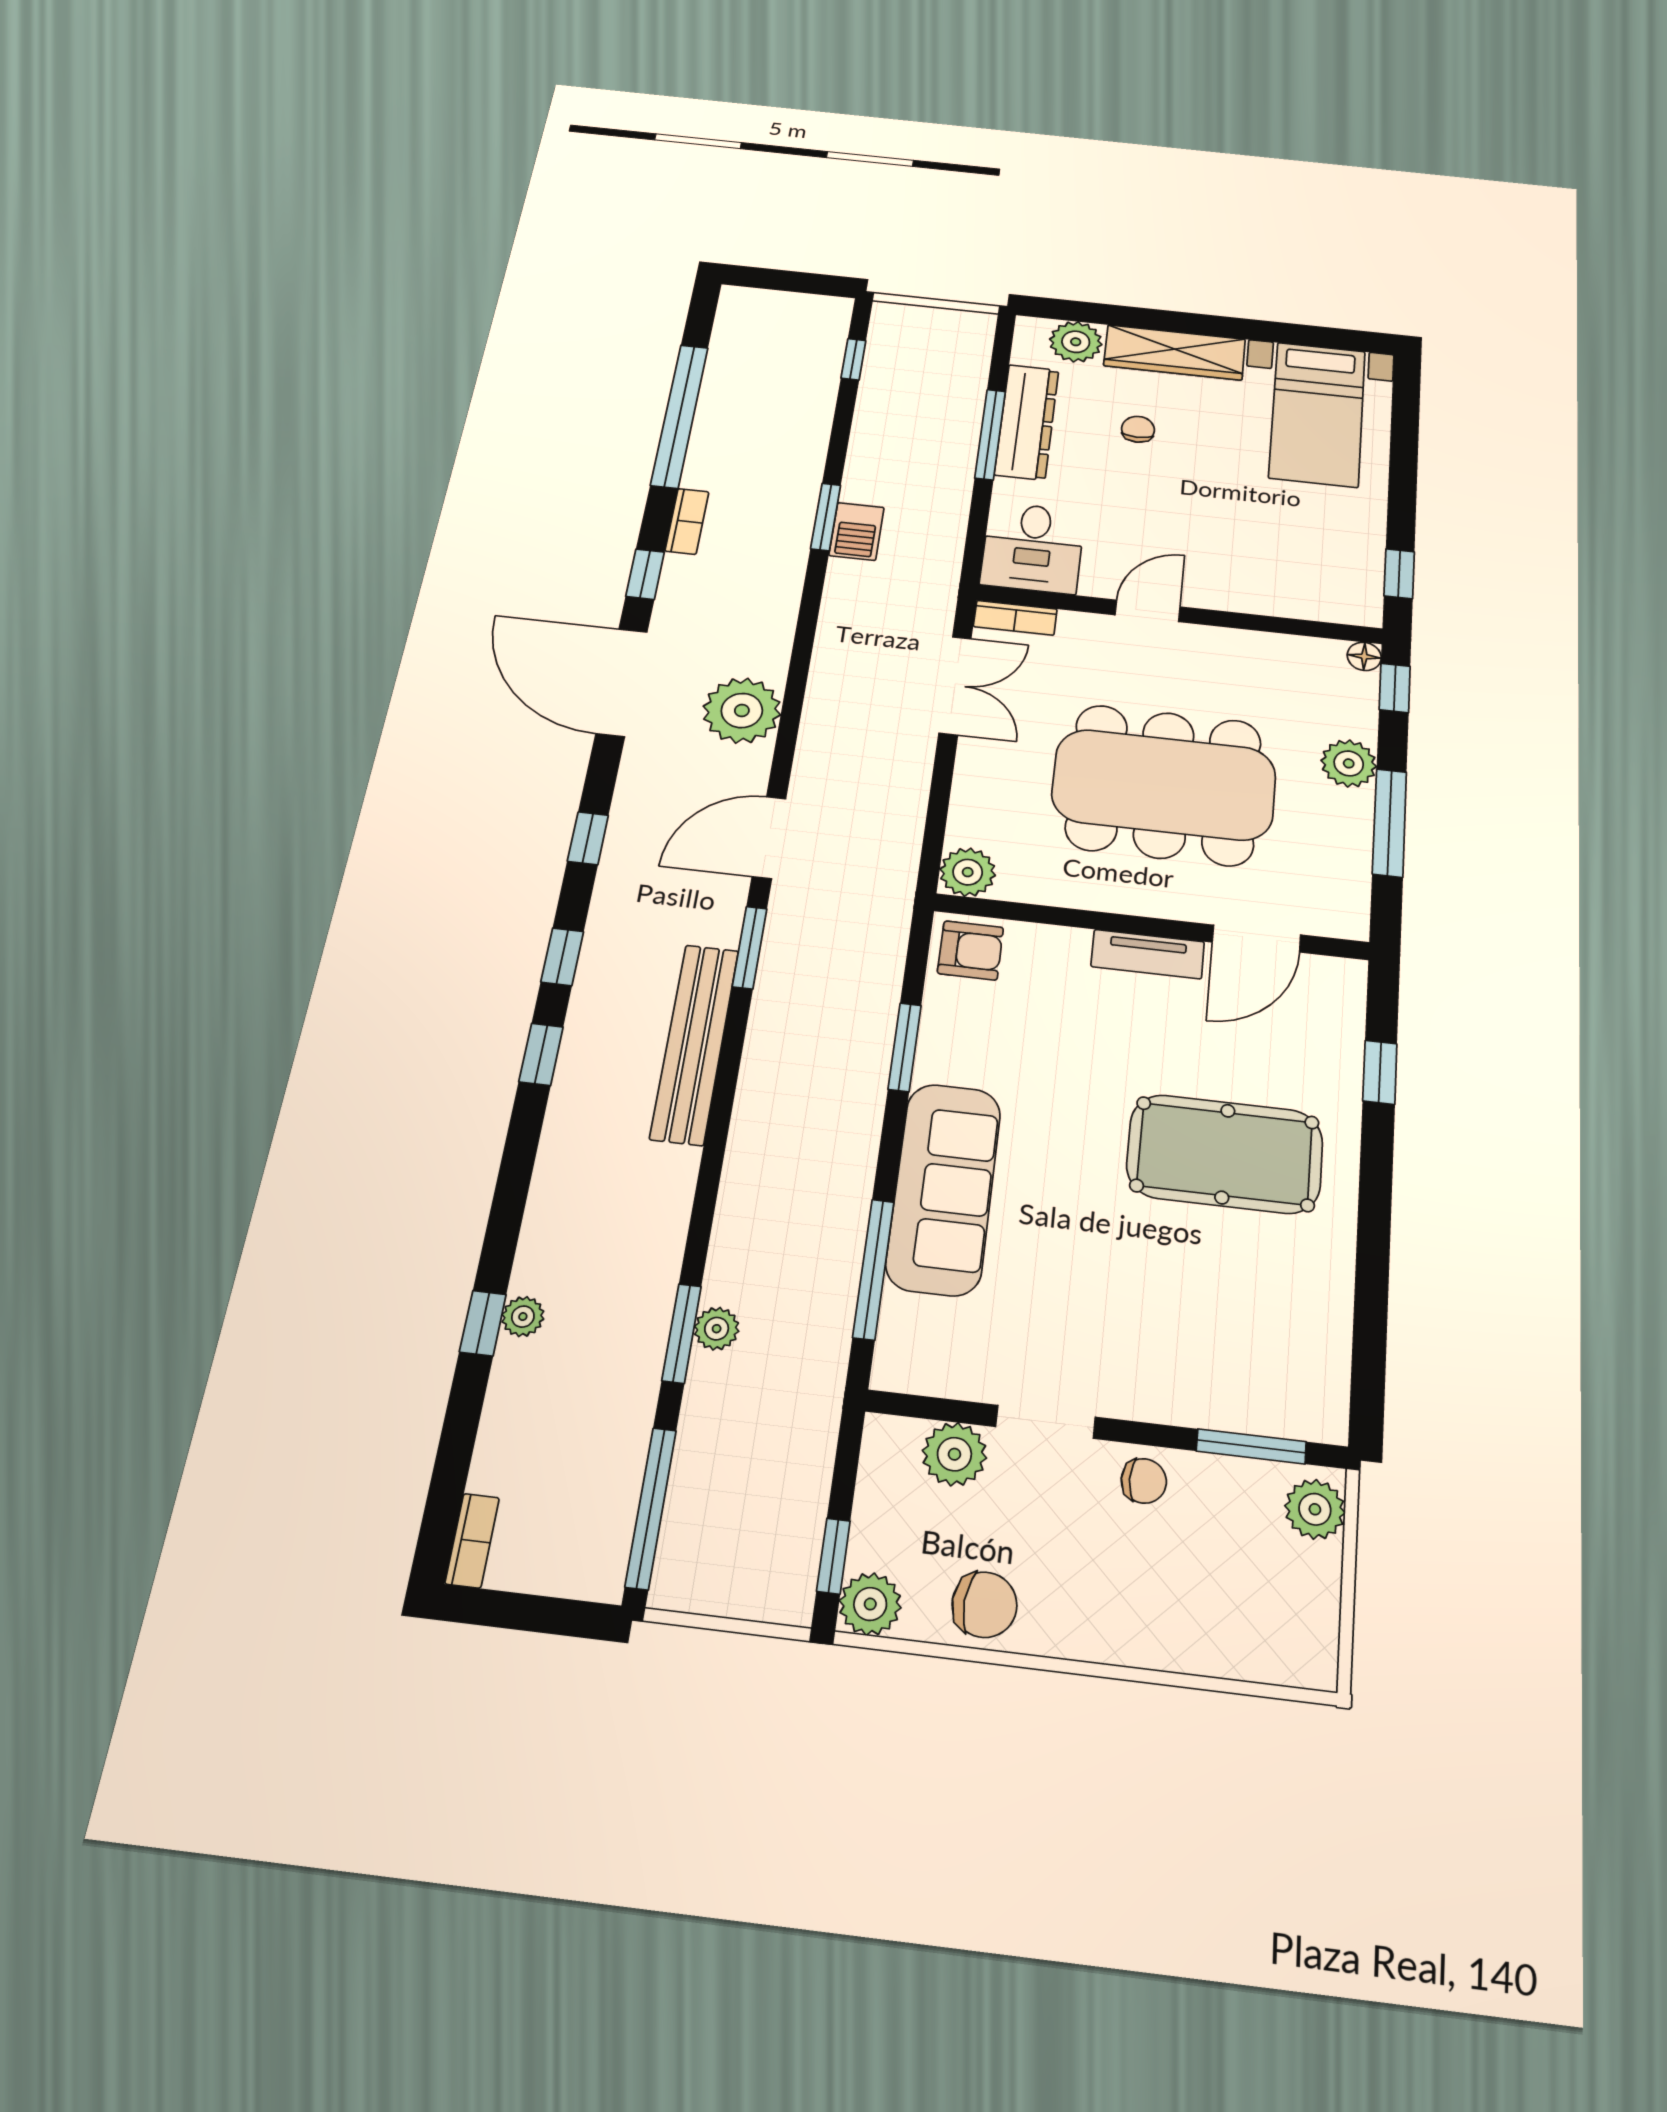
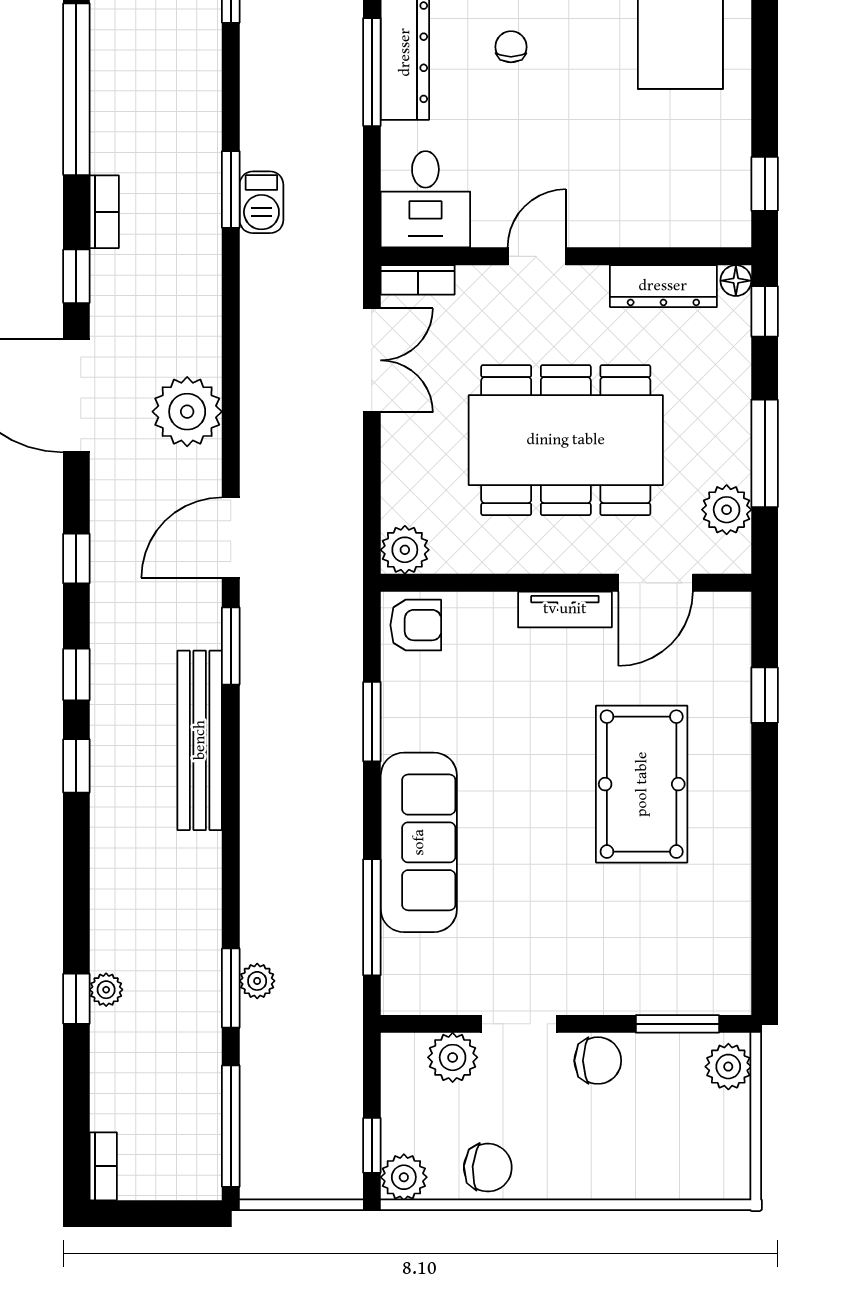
dresser: (1284, 653) -> (663, 286), added
plant: (1349, 763) -> (727, 510), moved
pool table: (1225, 1154) -> (642, 784), turned 90
chair: (1144, 1481) -> (598, 1061), width x1.37, depth x1.37

